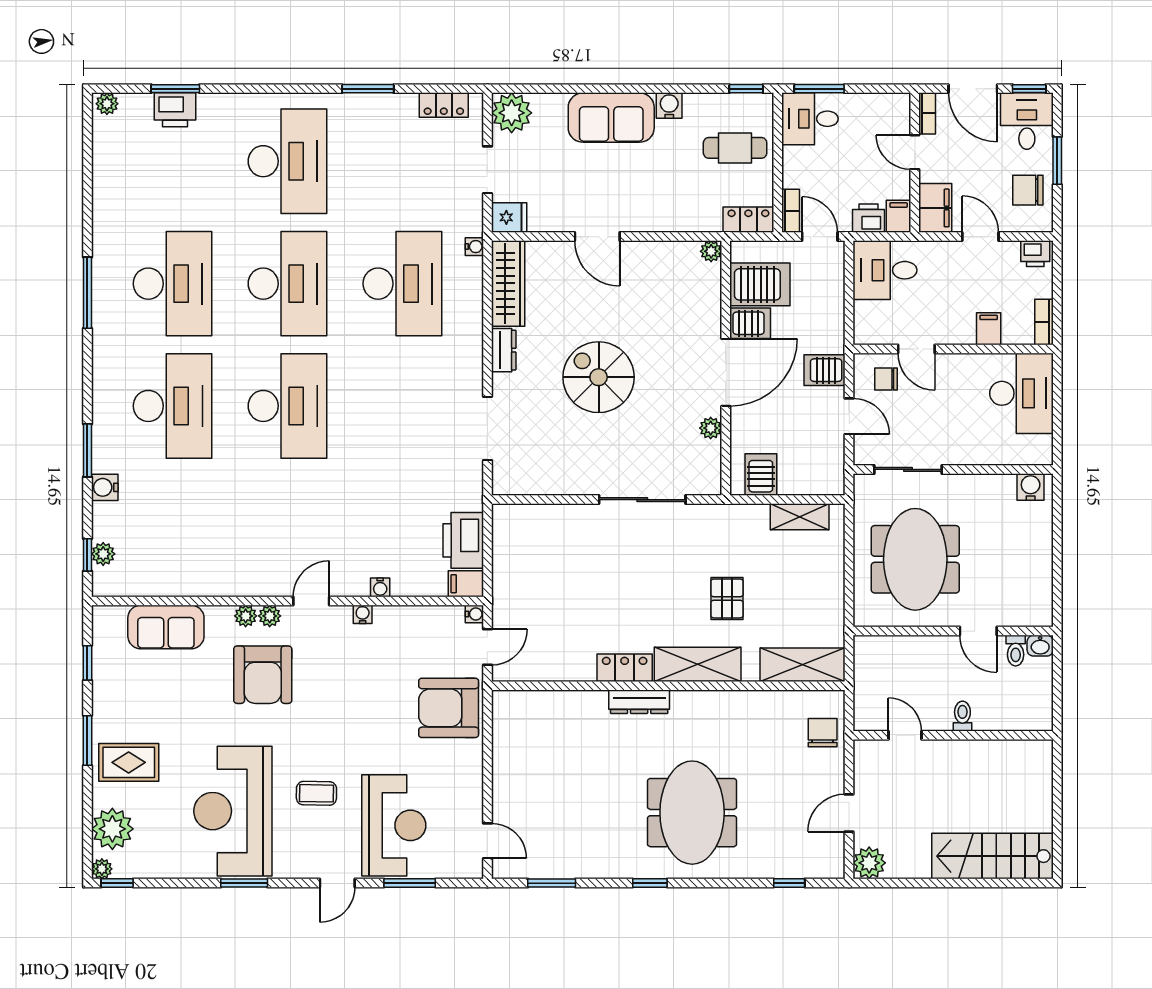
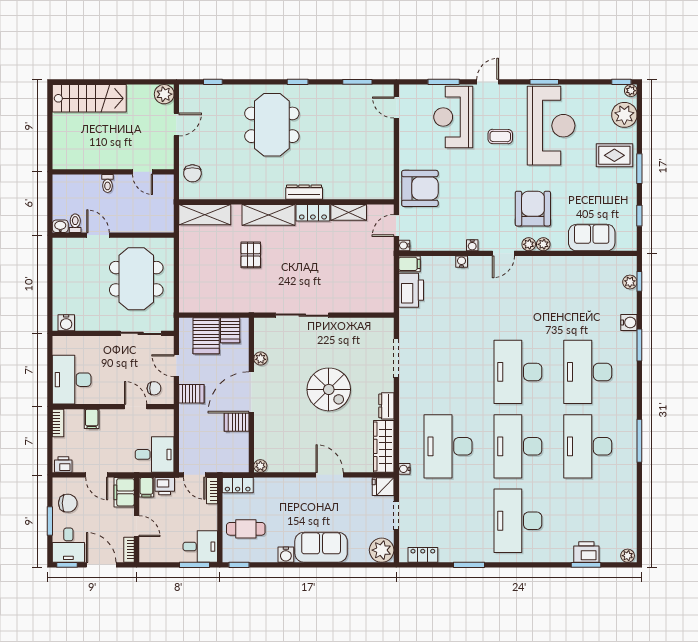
server rack: (760, 284) -> (206, 336), moved, turned -90
shelving: (800, 517) -> (349, 212), moved

